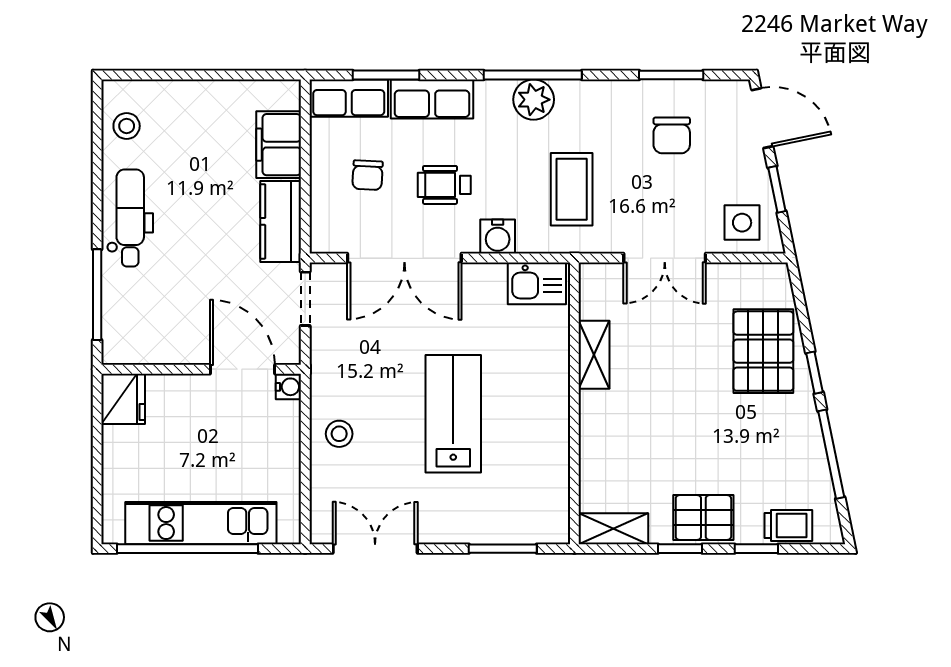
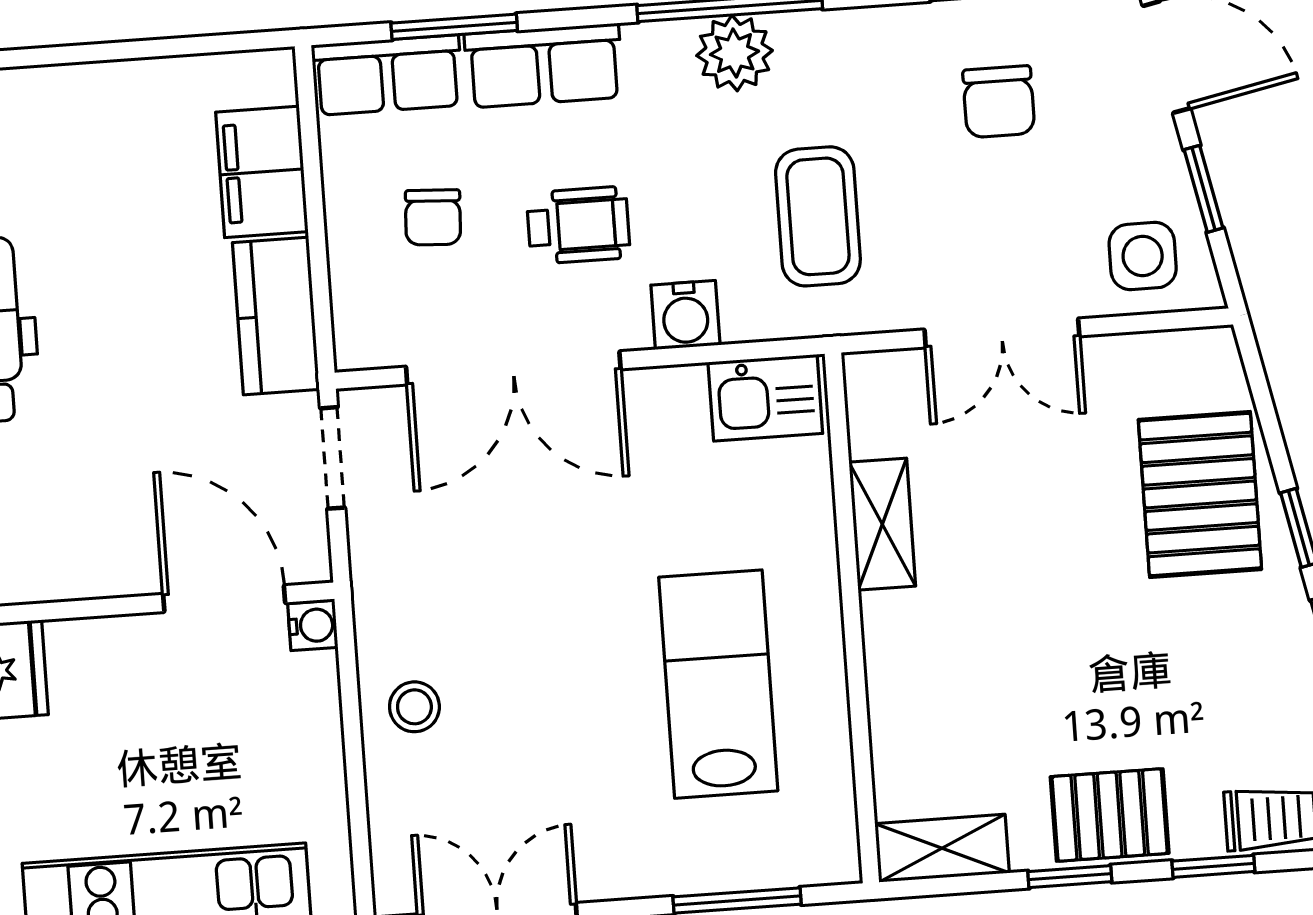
wheelchair: (444, 185) -> (578, 225), turned 180
lab bench: (453, 414) -> (718, 684), moved

